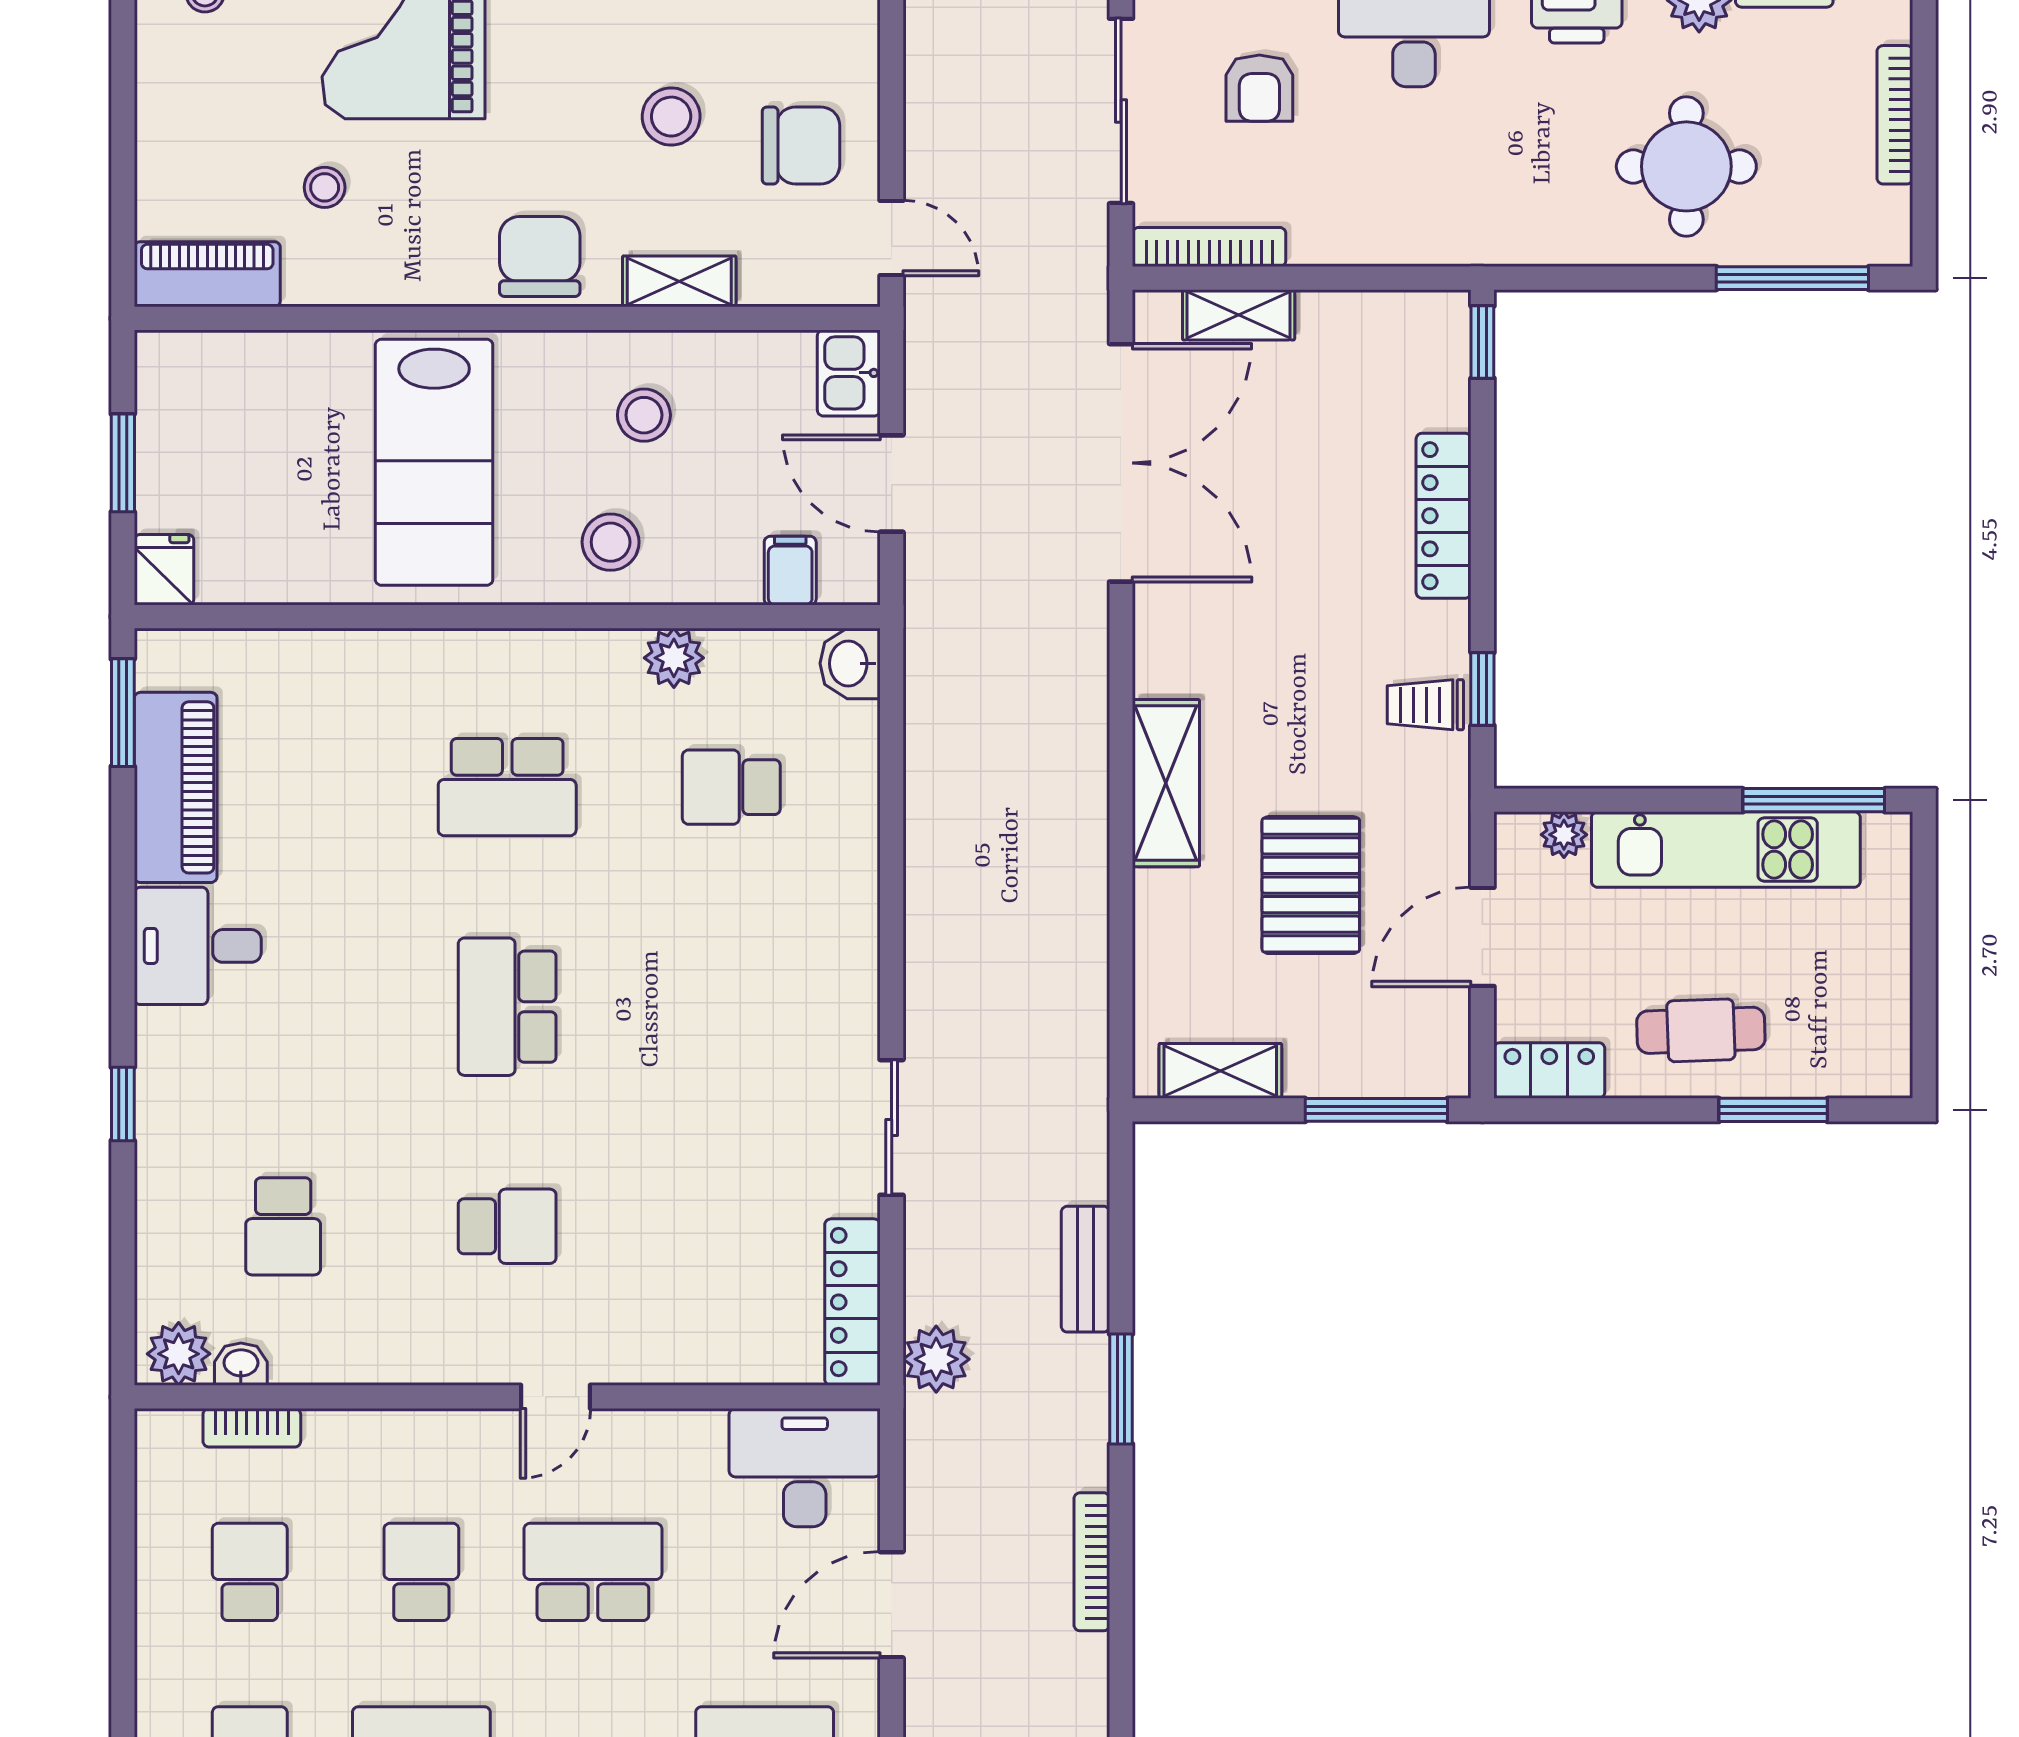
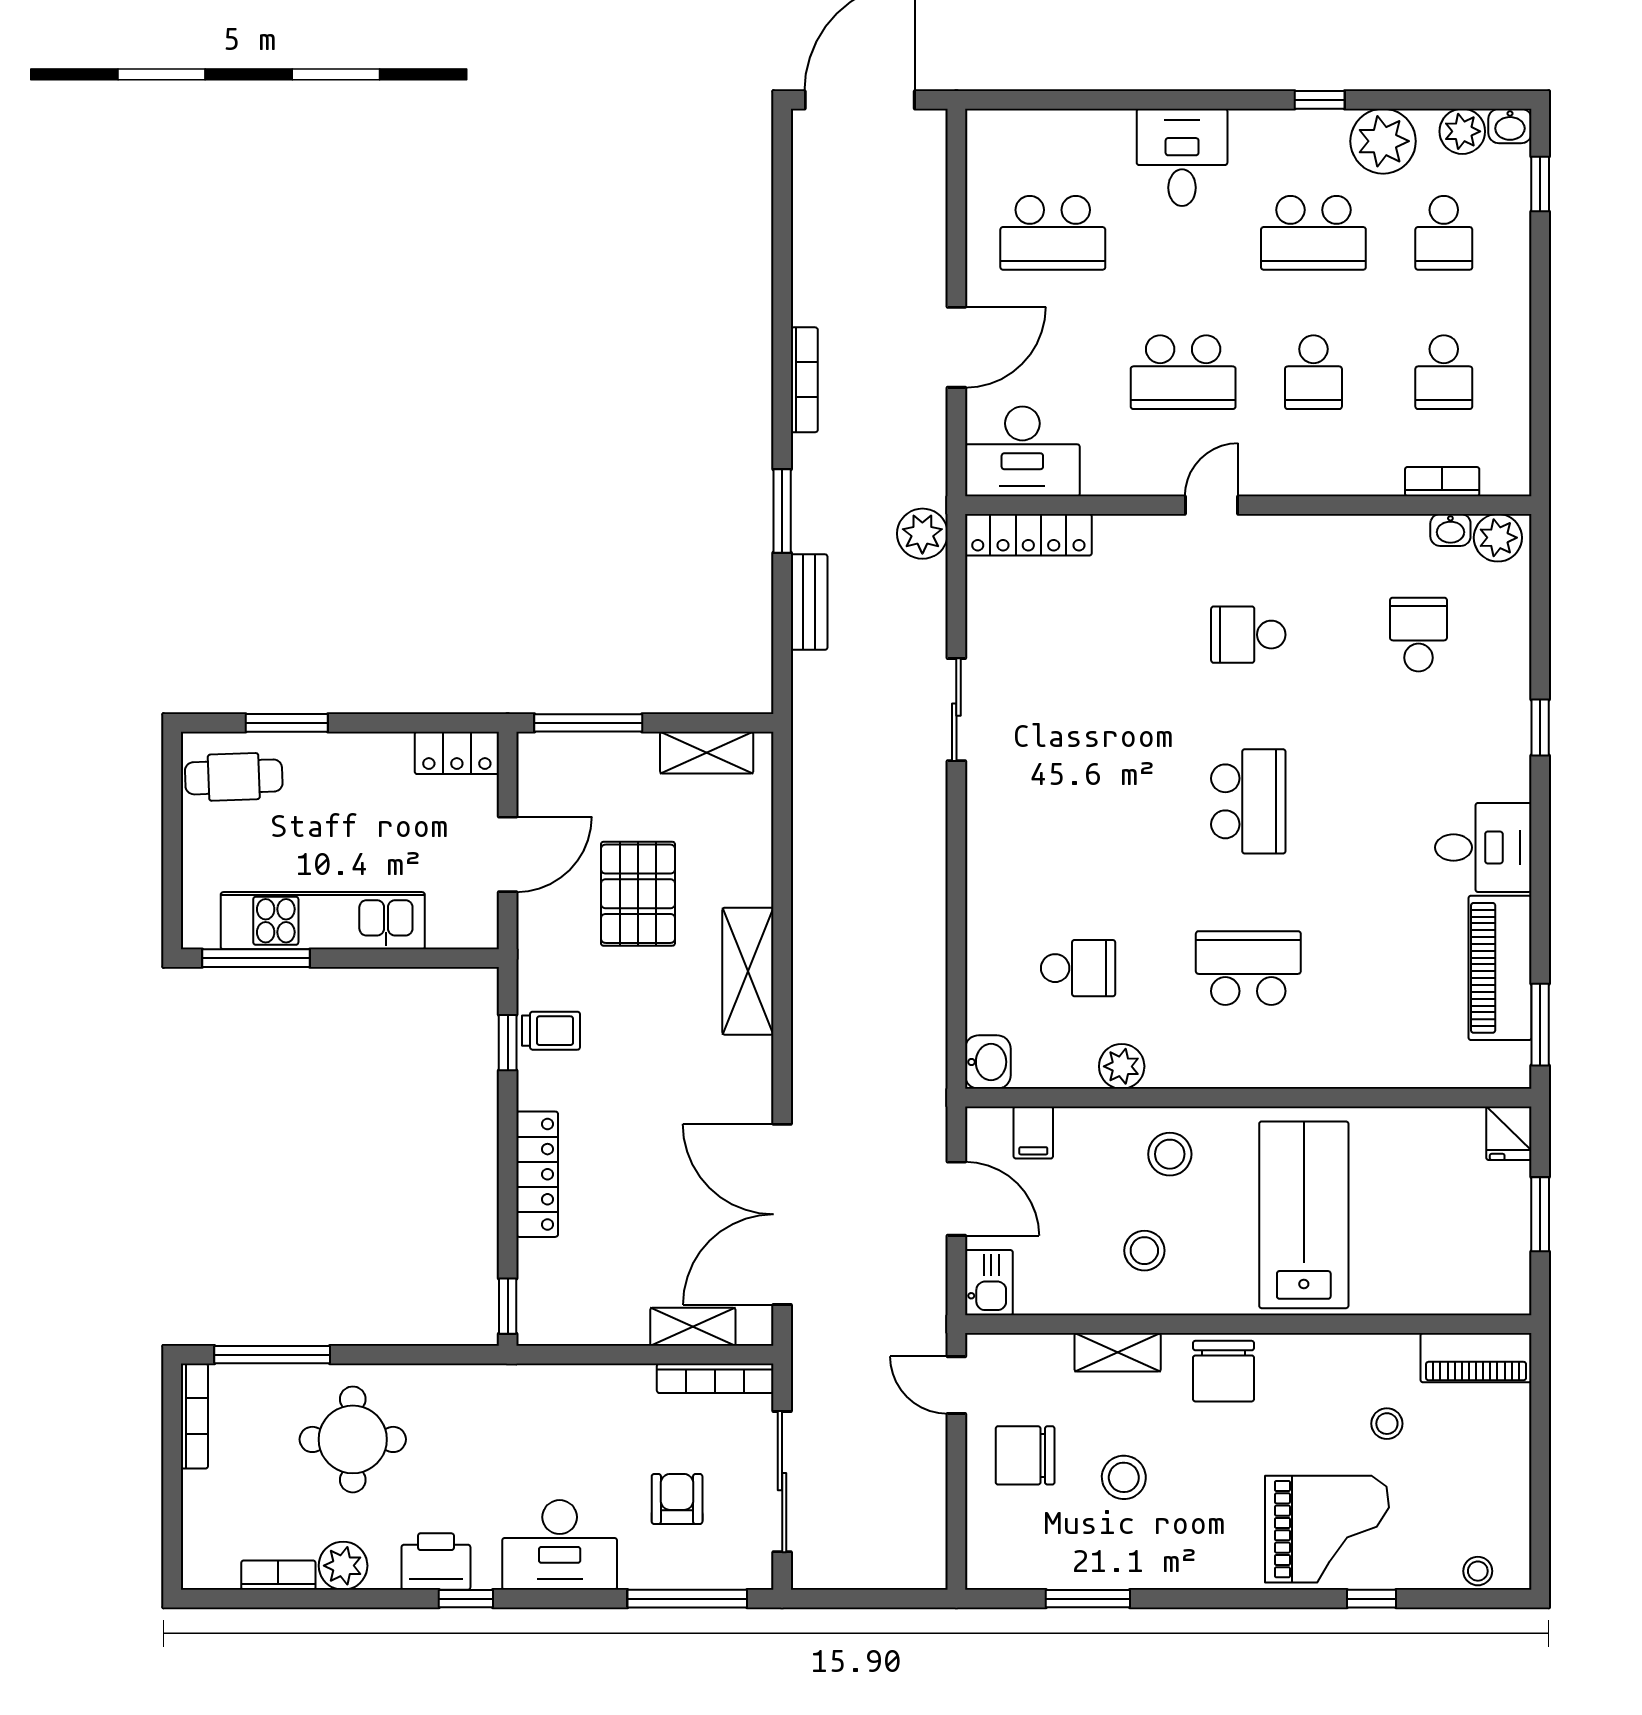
bookcase: (1895, 115) -> (194, 1416), moved
plant: (1564, 835) -> (446, 932), removed
cafe table: (1701, 1030) -> (234, 777), moved
locker: (852, 1302) -> (1028, 535), moved, turned 90

